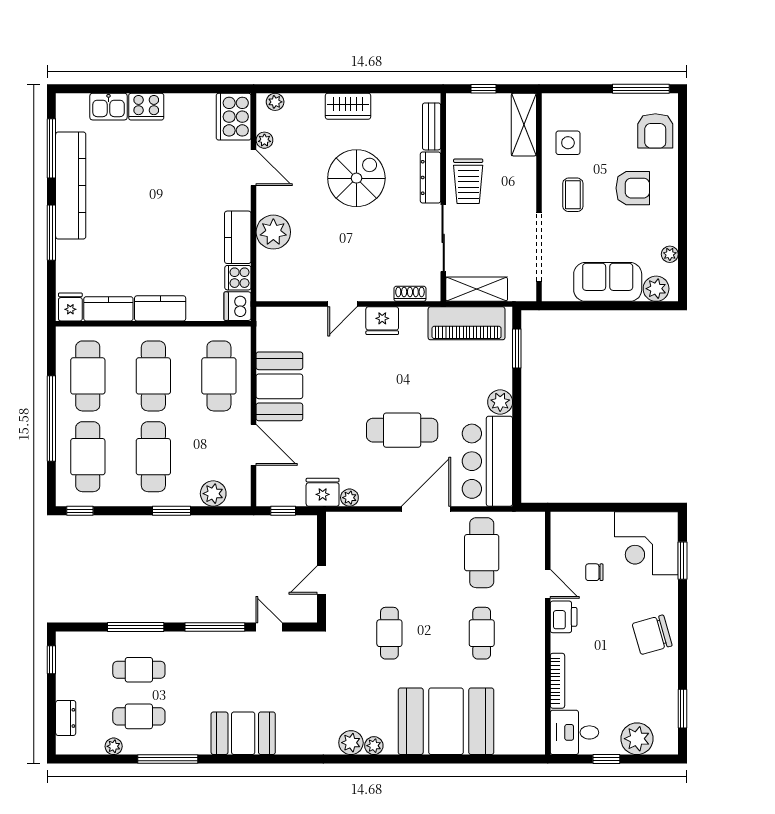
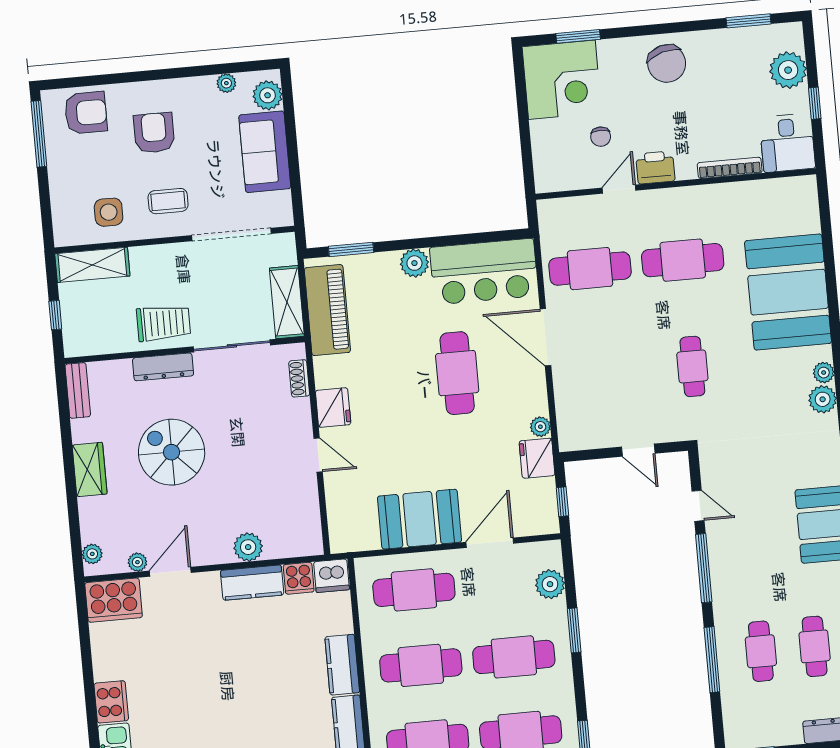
bench: (432, 126) -> (78, 390), moved, turned 90
plant: (273, 232) -> (248, 547), width x0.73, depth x0.73
door: (269, 627) -> (698, 506), swing flipped
cafe table: (389, 633) -> (692, 366), turned 90
cafe table: (482, 633) -> (683, 260), width x1.37, depth x1.35

